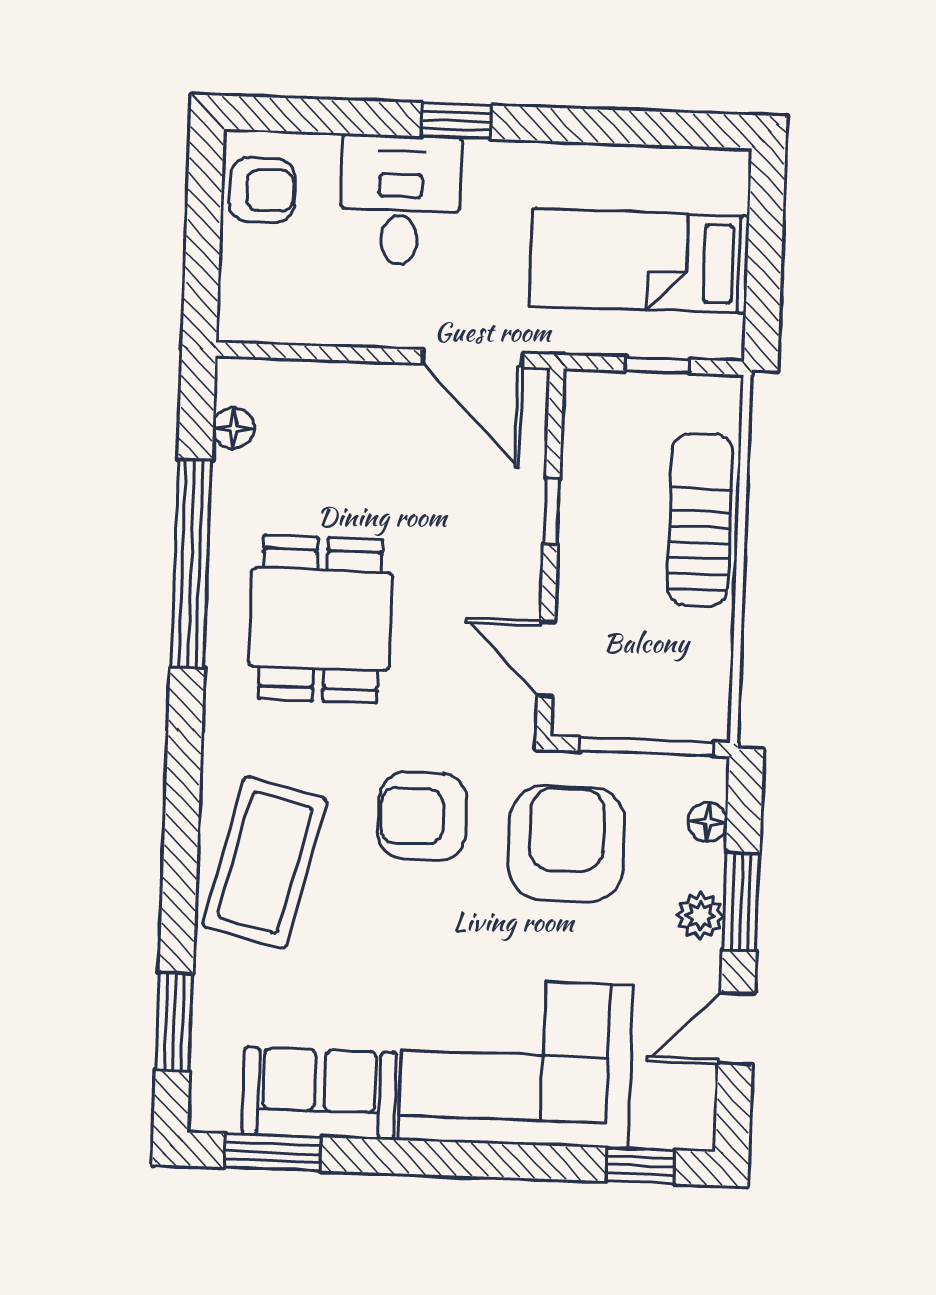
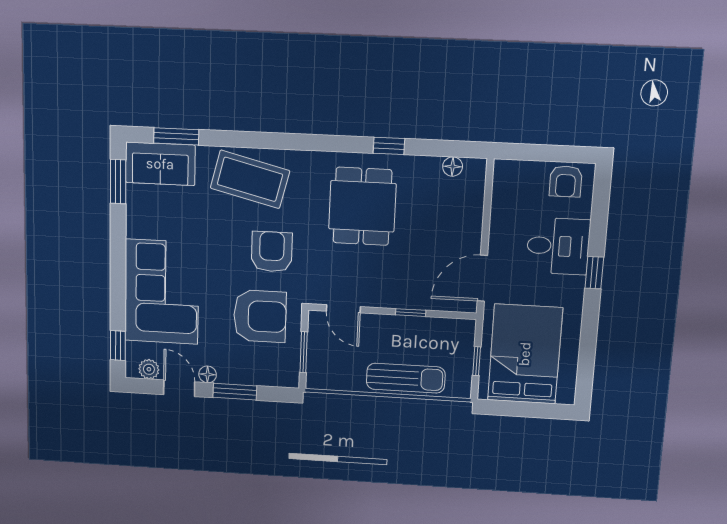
bed: (639, 261) -> (525, 354), width x1.50
window: (191, 564) -> (389, 146), width x0.32
dining table: (320, 619) -> (362, 206), turned 90
door: (546, 659) -> (343, 309), swing flipped
window: (646, 747) -> (304, 352), width x0.69
floor lamp: (708, 822) -> (208, 374), moved
plant: (700, 916) -> (149, 369), moved
sofa: (319, 1093) -> (160, 164), moved, turned 90

